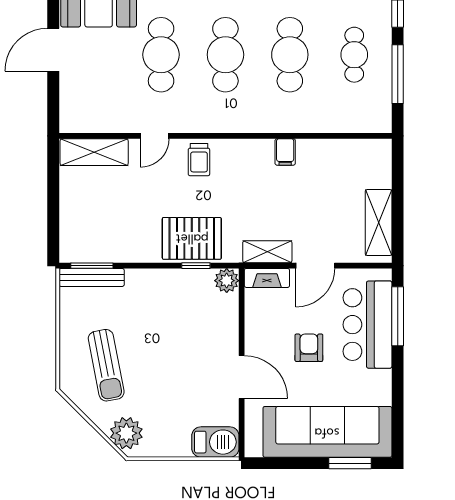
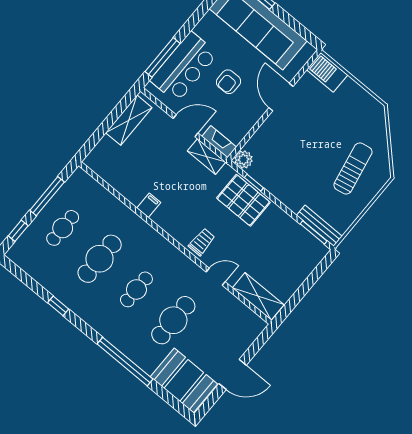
cafe table: (225, 55) -> (136, 289), width x0.73, depth x0.74
plant: (126, 433) -> (374, 120), removed

